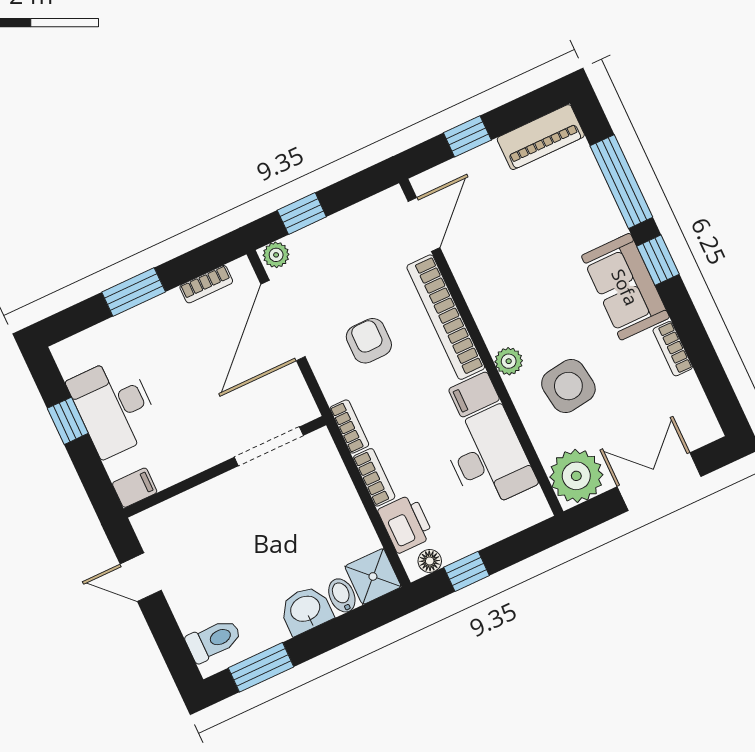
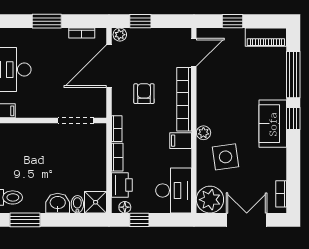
bookcase: (673, 349) -> (281, 194), moved
desk: (488, 458) -> (174, 190), moved

